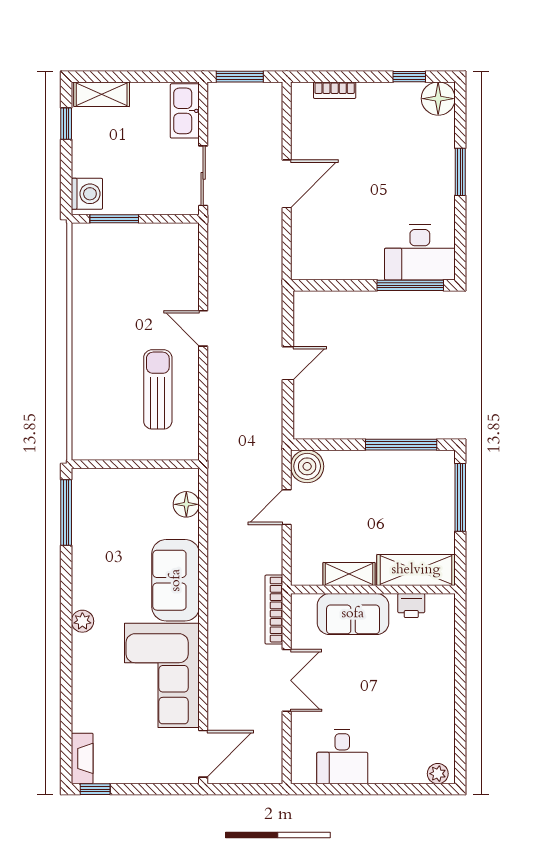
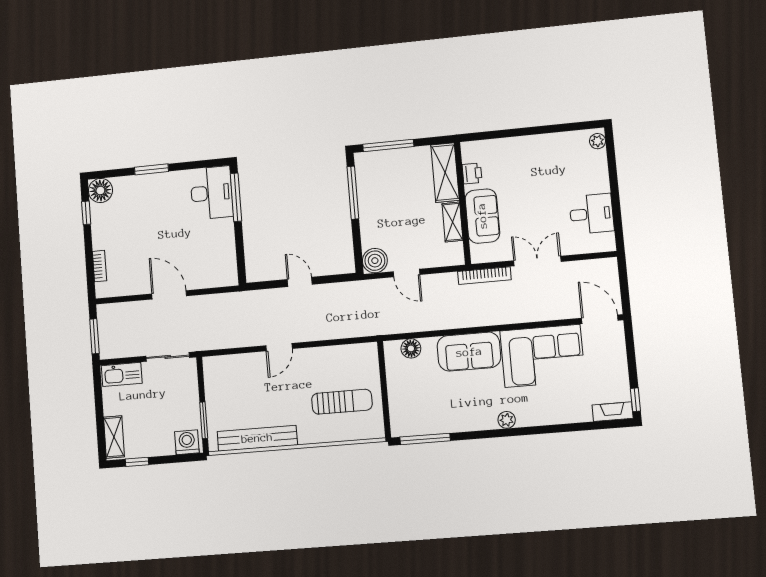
bench: (85, 289) -> (257, 438), added
sun lounger: (158, 389) -> (342, 402), moved, turned 180

